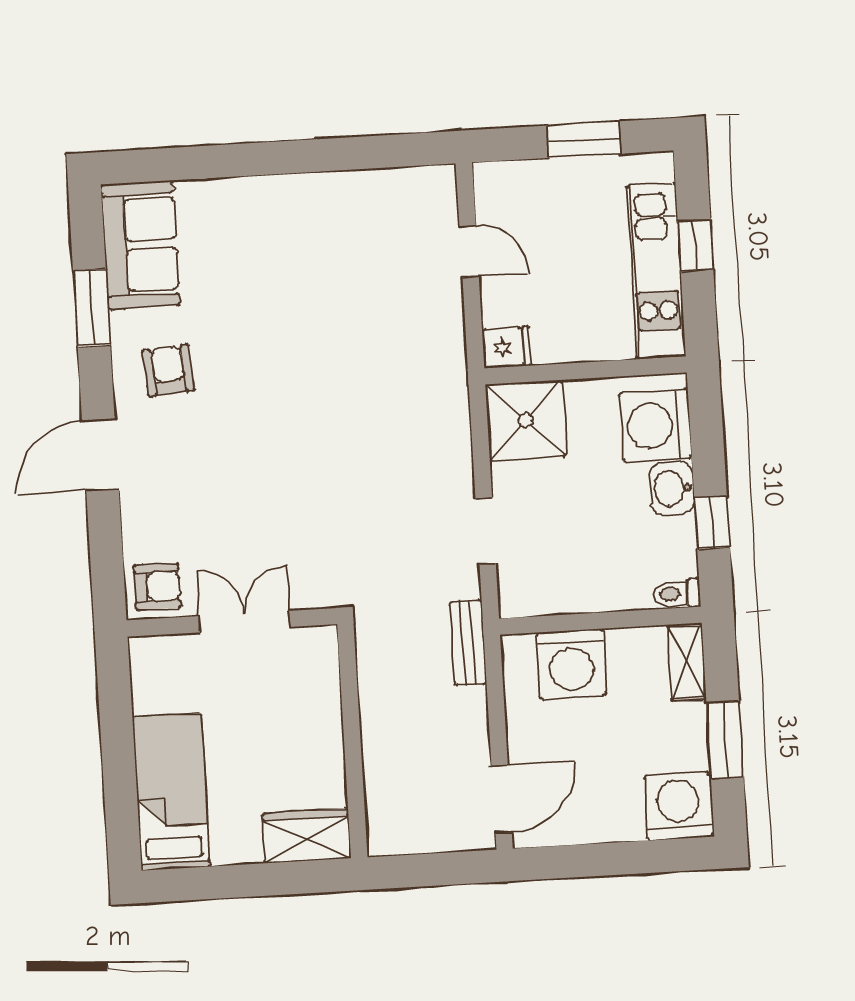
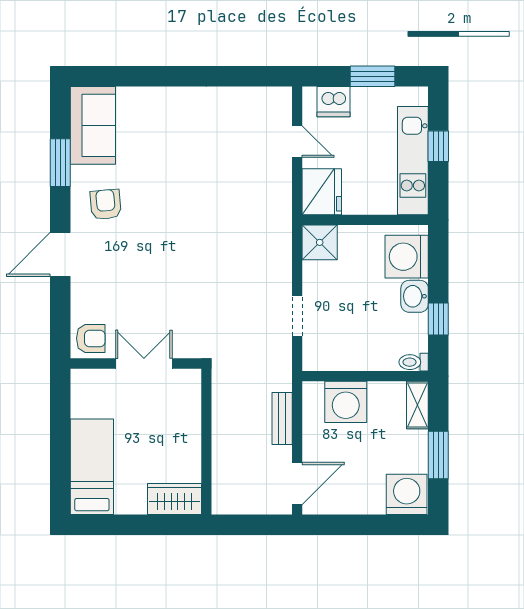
dishwasher: (524, 184) -> (333, 102), added
fridge: (506, 347) -> (322, 192), width x1.88, depth x1.34
shower: (526, 420) -> (320, 242), width x0.73, depth x0.73
bench: (468, 643) -> (282, 419), moved

